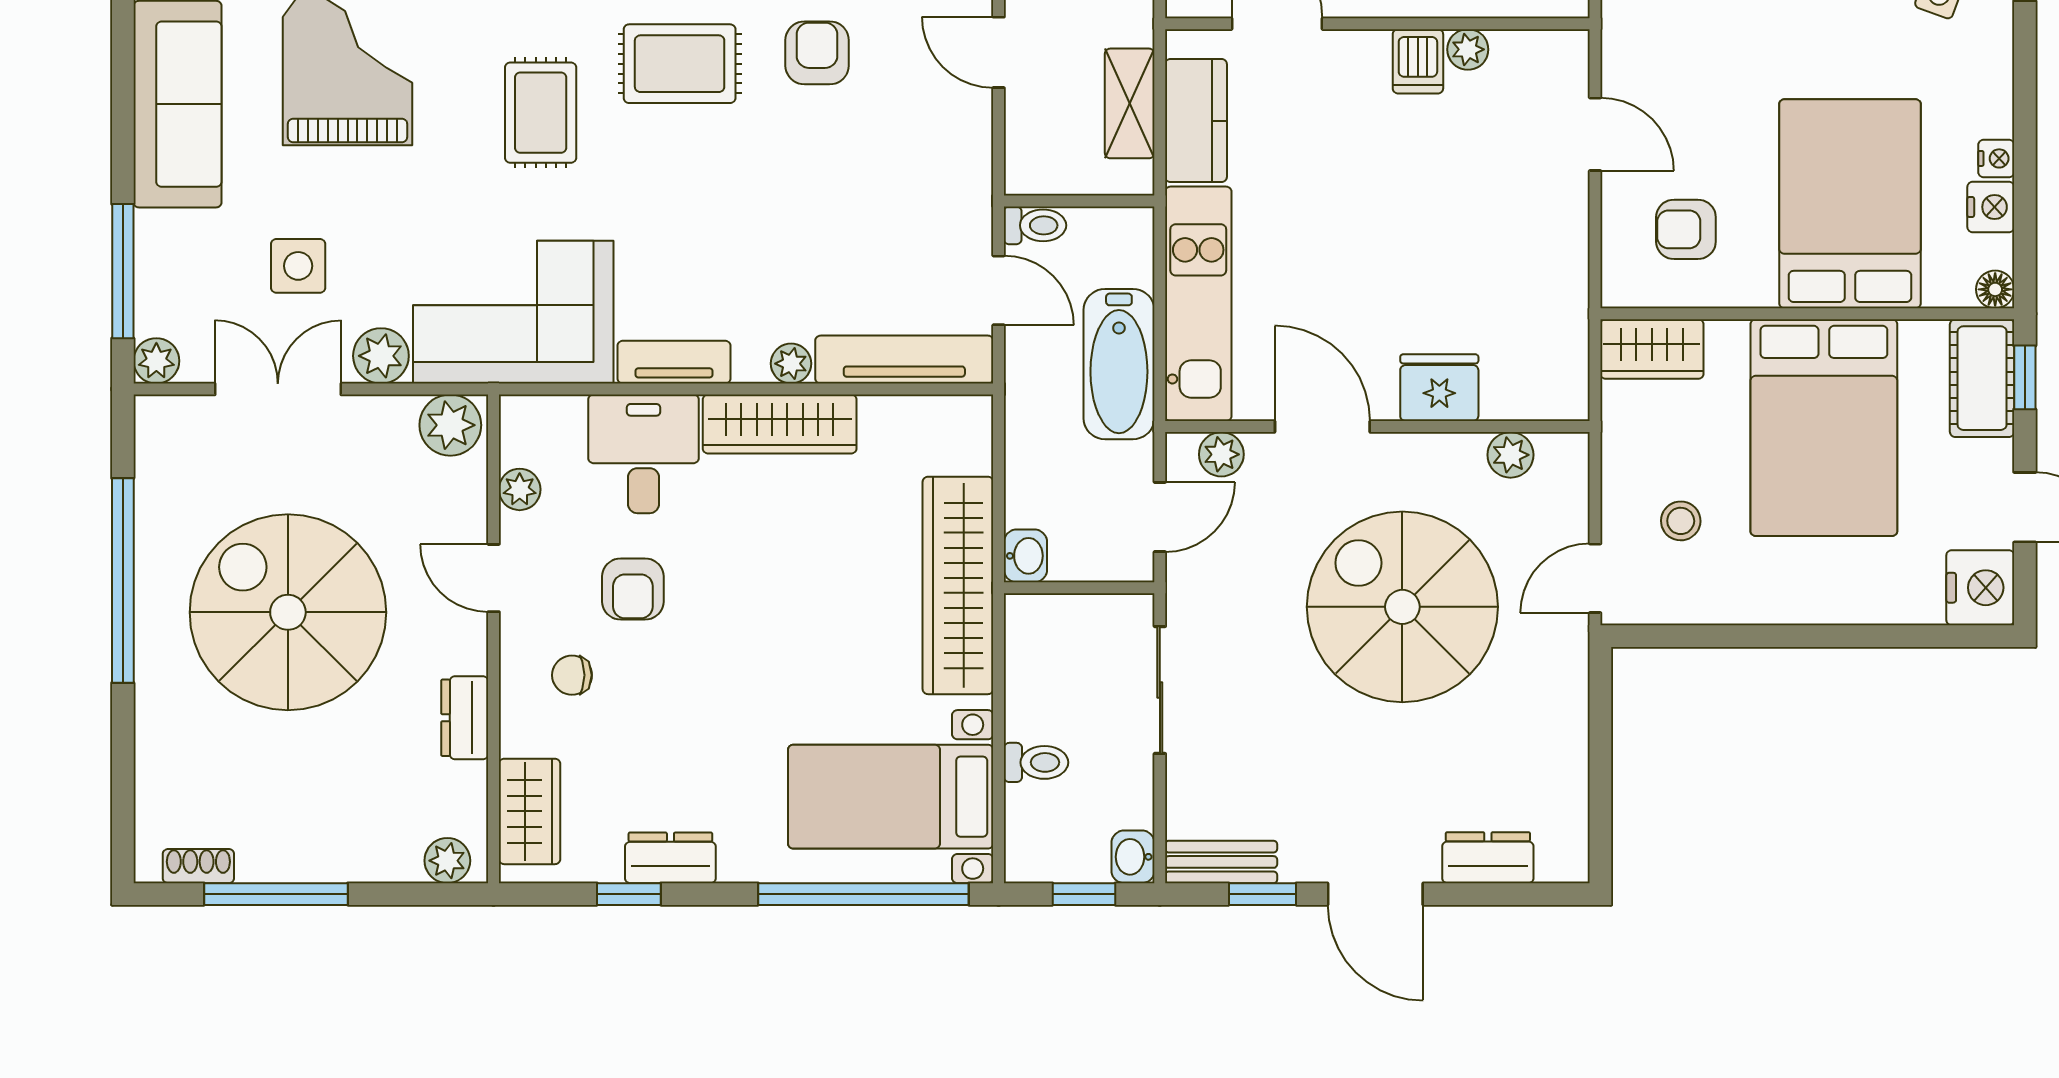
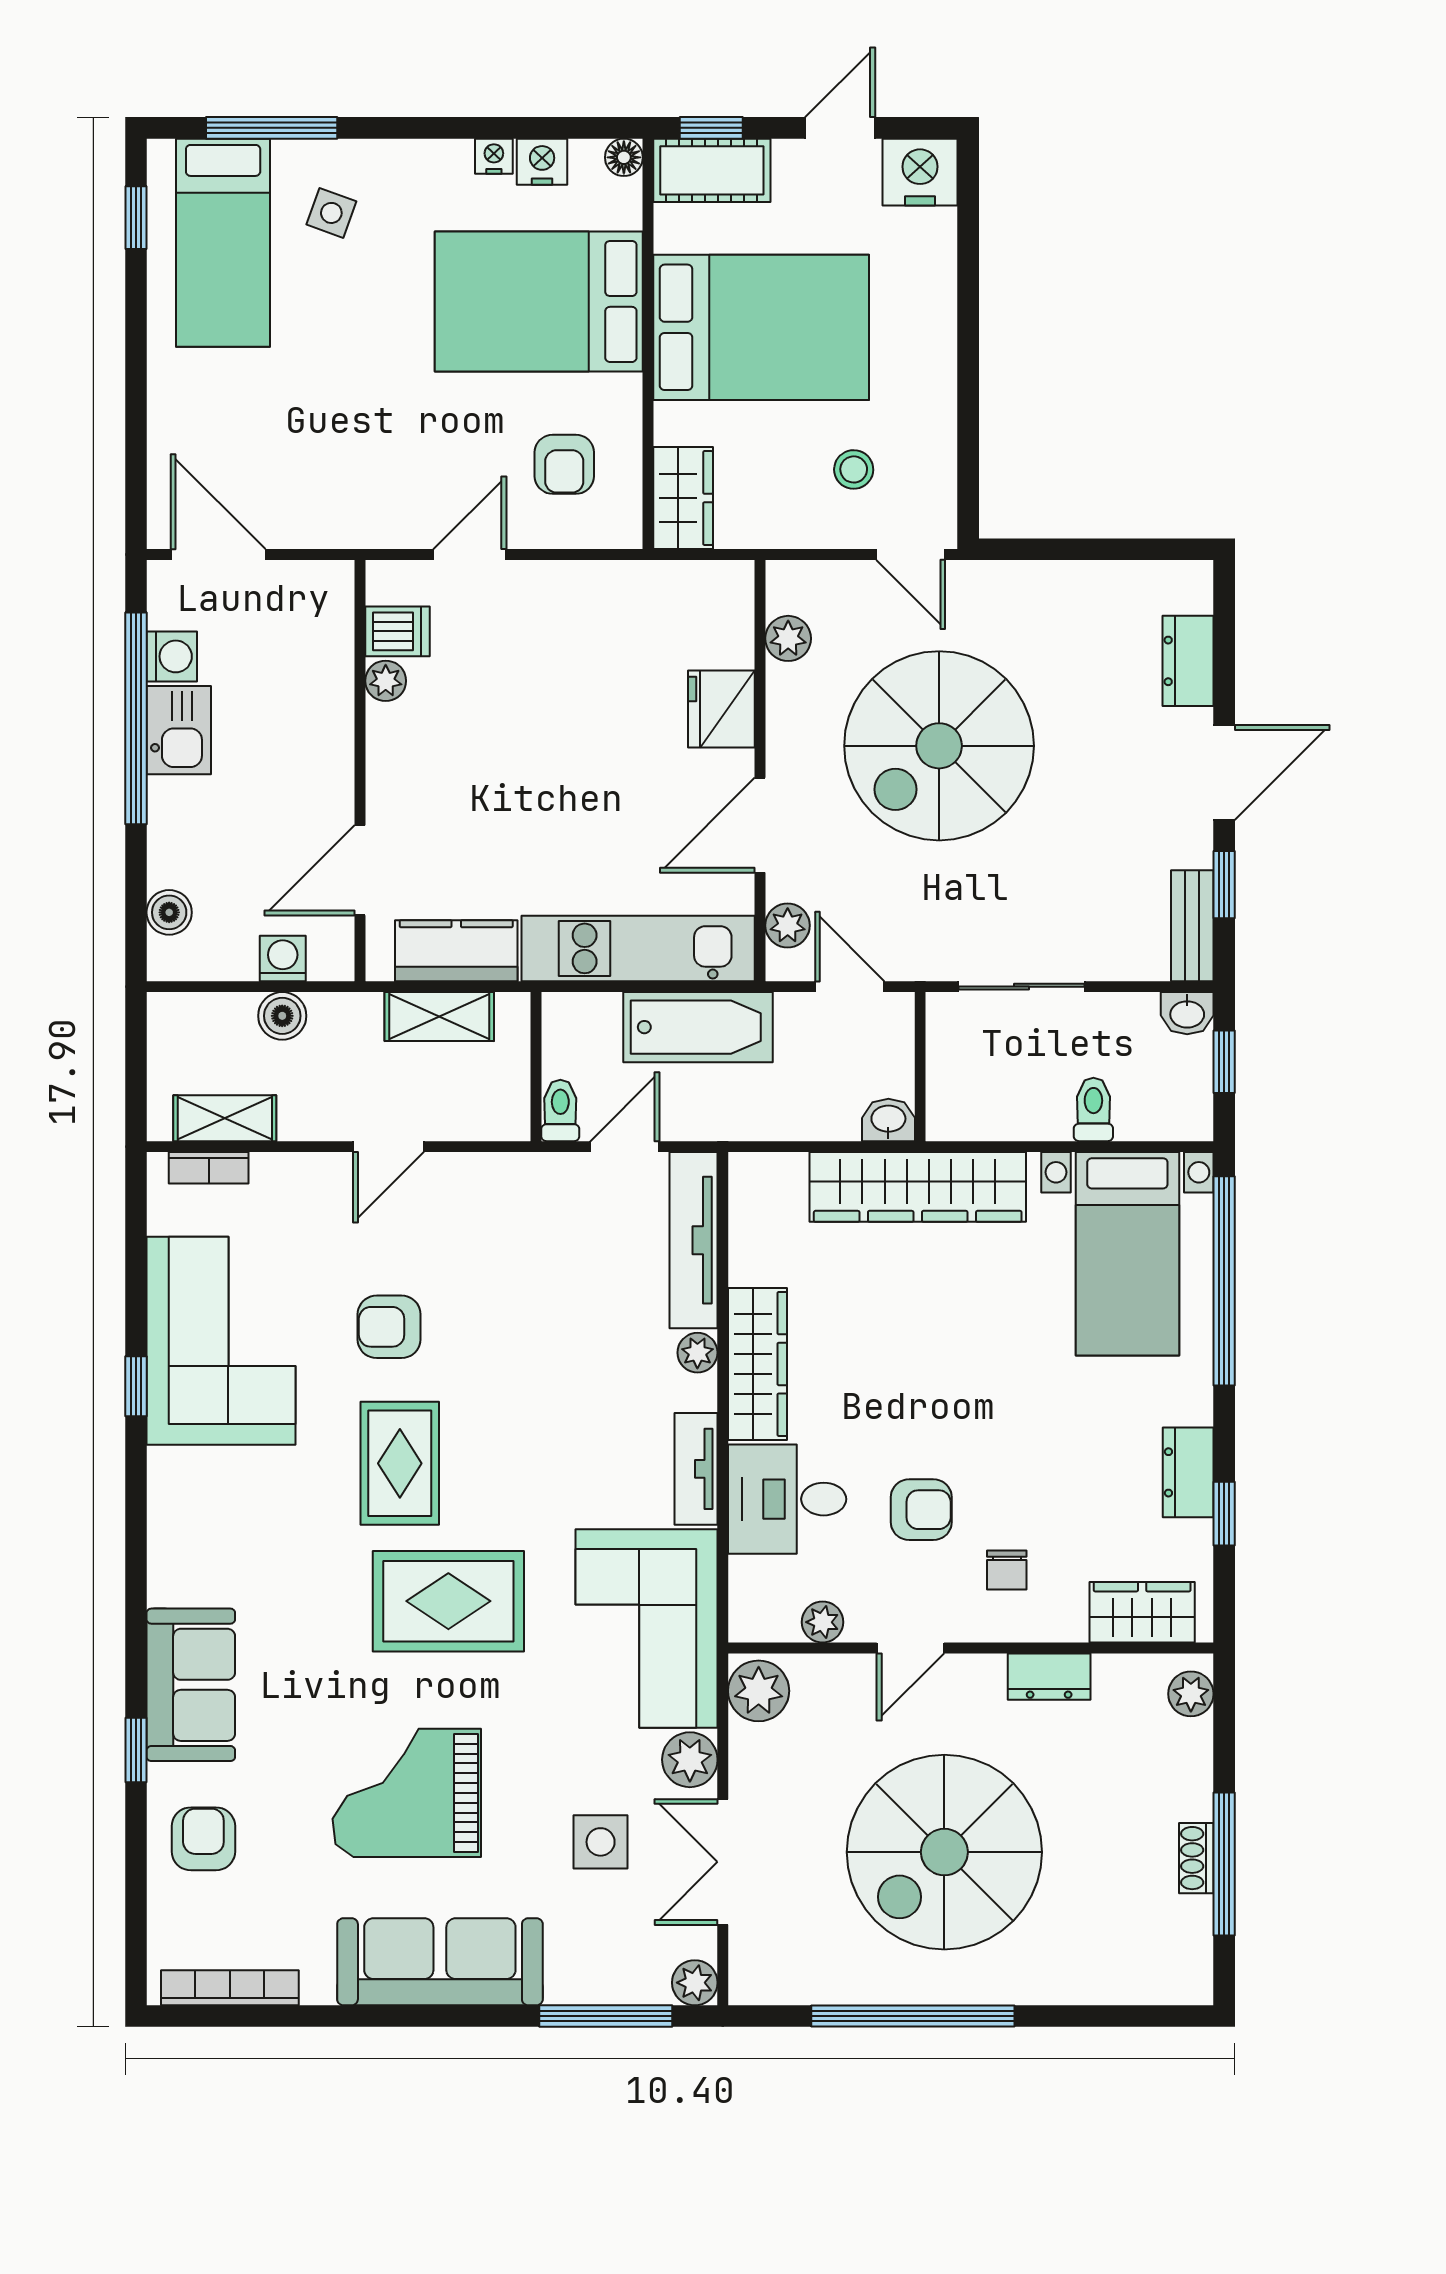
dishwasher: (1418, 61) -> (397, 631), moved
rug: (541, 113) -> (448, 1601), width x1.36, depth x1.43
shoe rack: (198, 866) -> (1196, 1858), moved

